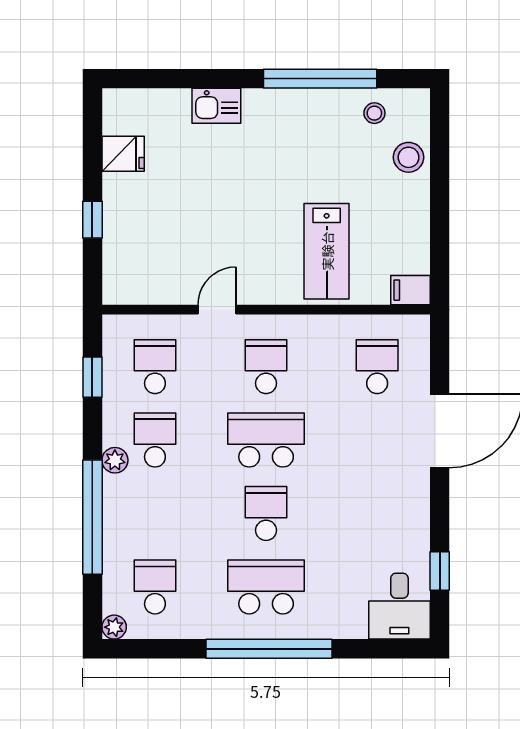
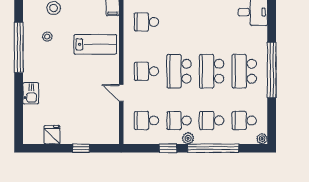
stool: (374, 113) -> (47, 37), moved
window: (92, 377) -> (168, 148), moved
school desk: (155, 514) -> (212, 121), added
school desk: (266, 514) -> (212, 71), width x1.85

